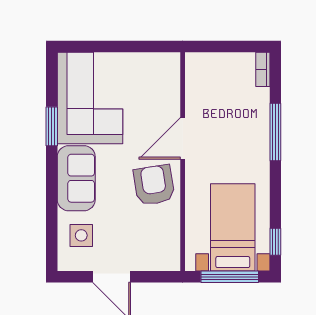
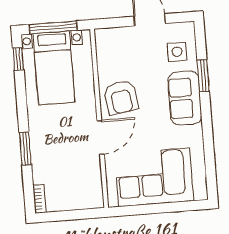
corner sofa: (90, 98) -> (154, 177), moved, turned 90
window: (52, 126) -> (203, 76), moved
window: (275, 132) -> (25, 149), width x0.69

